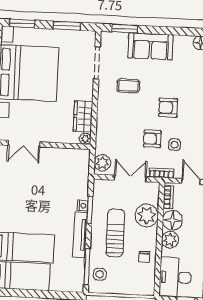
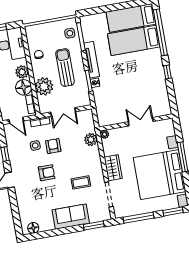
window: (67, 26) -> (138, 218), width x1.44
wardrobe: (83, 116) -> (113, 168), moved
armchair: (152, 139) -> (53, 146), turned -90
double door: (24, 144) -> (141, 122), moved
plant: (102, 163) -> (91, 139), moved
sun lounger: (115, 233) -> (65, 68), turned 180

